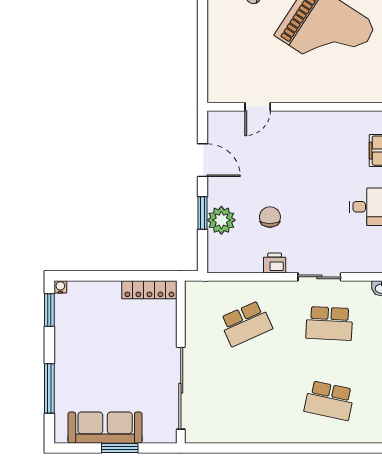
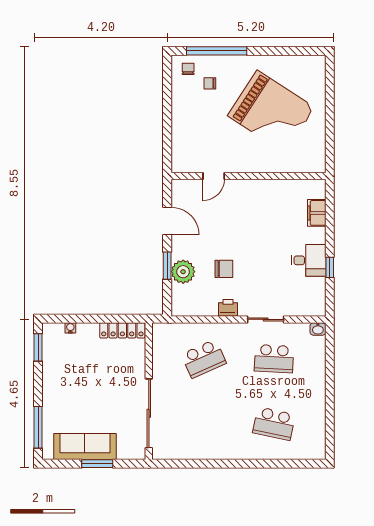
chair: (270, 217) -> (224, 269), turned 90
water cooler: (60, 287) -> (70, 328), moved
window: (49, 388) -> (38, 427), moved

